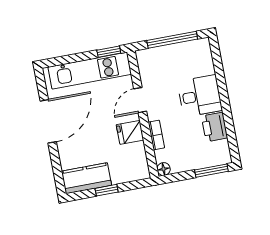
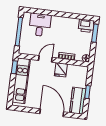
desk: (200, 96) -> (40, 25), moved
door: (140, 100) -> (45, 59), swing flipped
door: (48, 121) -> (52, 113), moved
printer: (215, 127) -> (86, 26), moved

